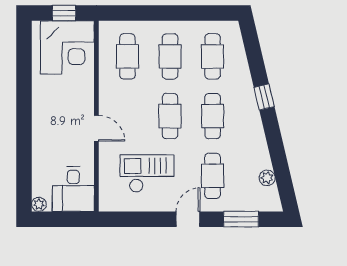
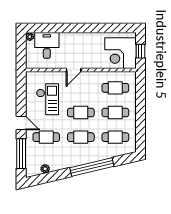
window: (264, 97) -> (92, 167), width x3.17
desk: (73, 189) -> (47, 45), moved, turned 90
window: (241, 219) -> (21, 154), width x1.44

